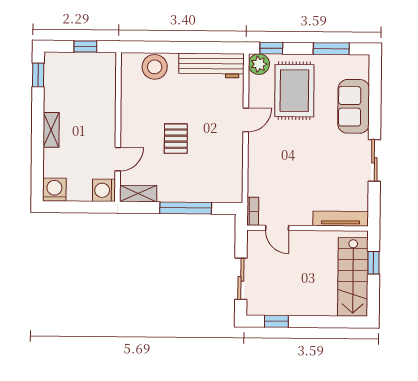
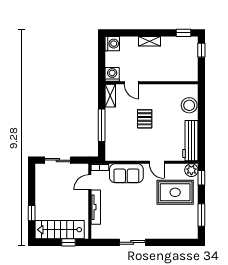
window: (85, 46) -> (201, 50), moved
sofa: (354, 106) -> (126, 173), moved, turned 180
pallet: (176, 139) -> (145, 119), turned 90
tv unit: (341, 219) -> (96, 207), moved
window: (276, 321) -> (32, 213), moved

